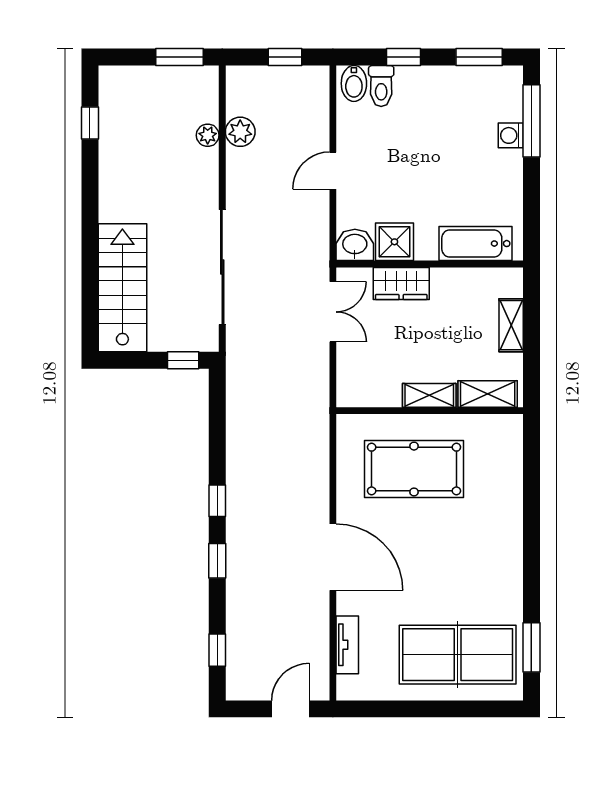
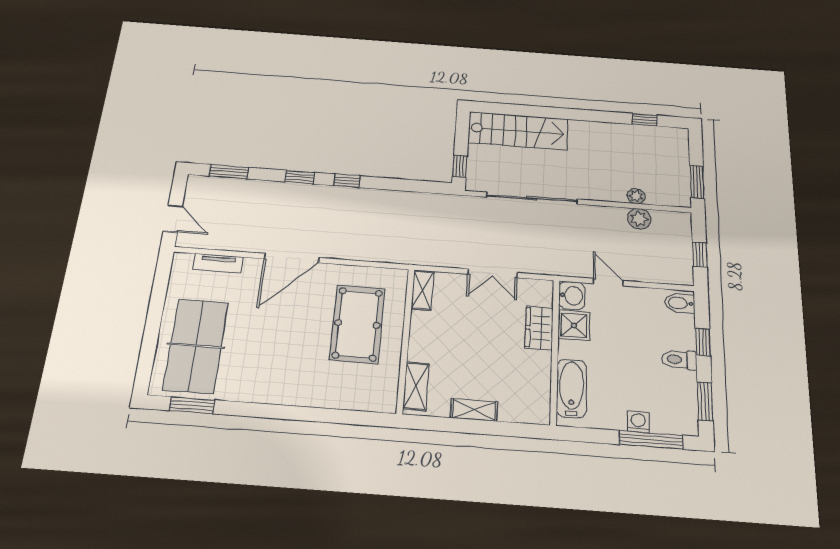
toilet: (381, 86) -> (679, 360), moved
shower: (394, 242) -> (574, 325), moved
bathtub: (475, 244) -> (572, 388), moved
washbasin: (355, 245) -> (572, 296), moved
wall: (430, 264) -> (555, 351), moved
wardrobe: (401, 283) -> (539, 328), moved
shelving: (429, 395) -> (422, 290), moved
window: (217, 650) -> (229, 172), width x1.50

